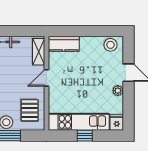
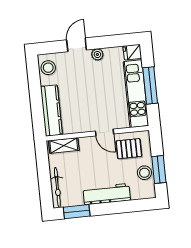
kitchen counter: (64, 44) -> (51, 111), width x1.50
door: (46, 78) -> (104, 132), moved
window: (85, 136) -> (150, 85), width x2.17

